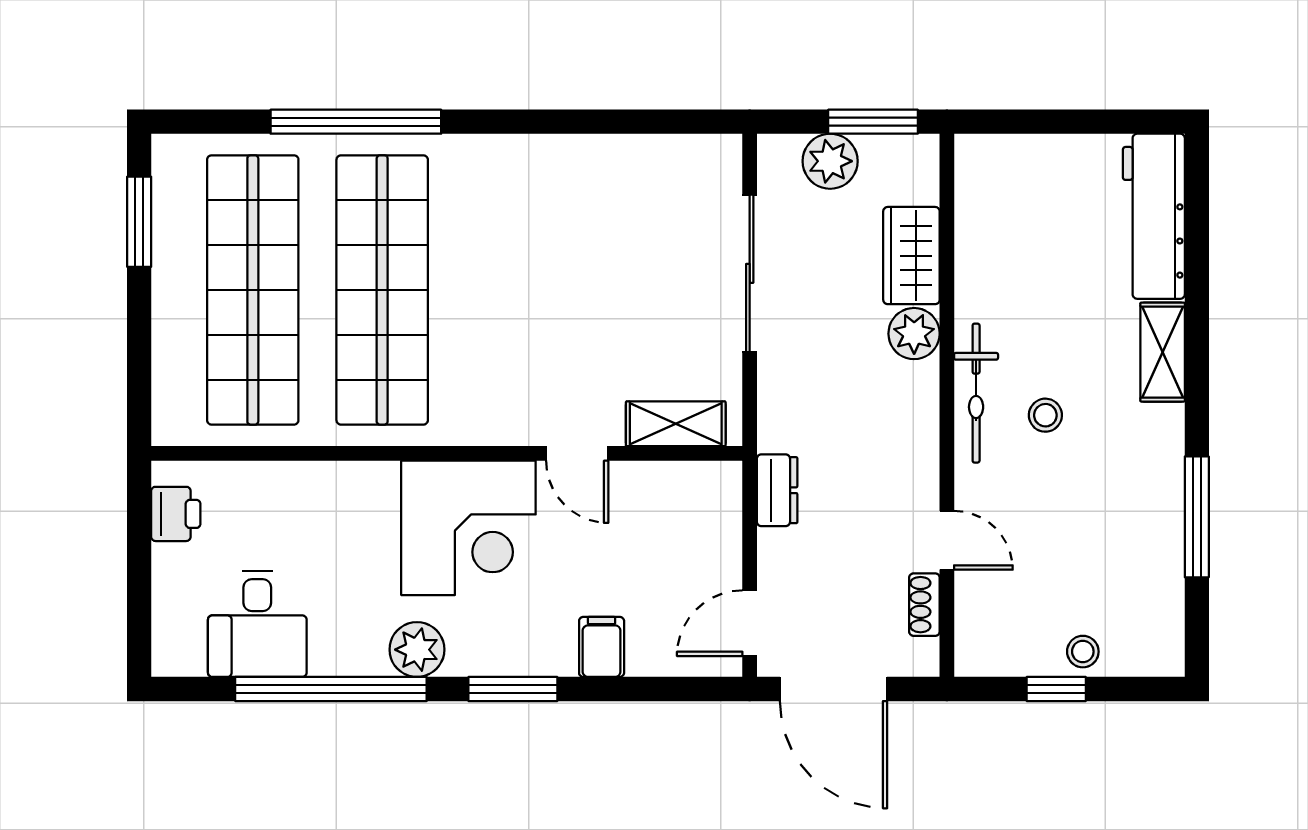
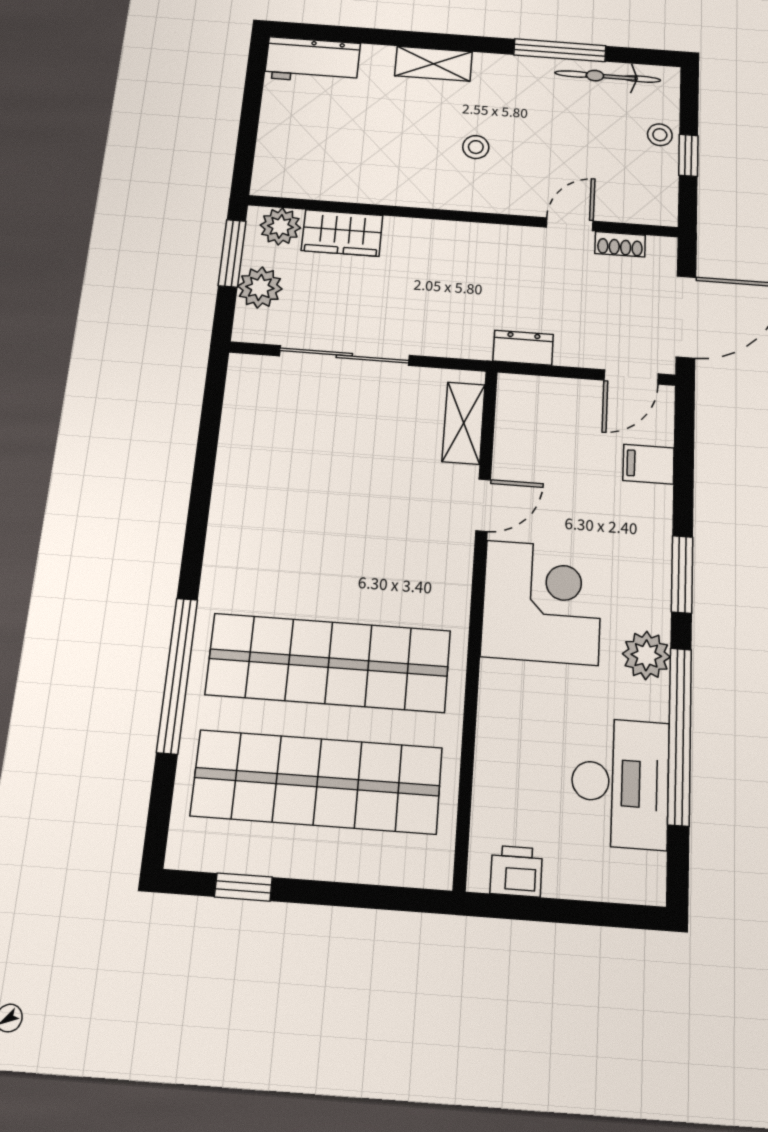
workbench: (1154, 216) -> (313, 61), width x0.73
window: (139, 222) -> (243, 887), width x0.67
plant: (914, 334) -> (280, 226), moved
bicycle: (976, 393) -> (608, 77), moved, turned 180
door: (750, 623) -> (631, 377), hinge flipped
desk: (257, 624) -> (620, 783), width x1.37
filing cabinet: (602, 647) -> (649, 464), moved

